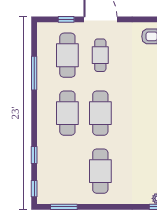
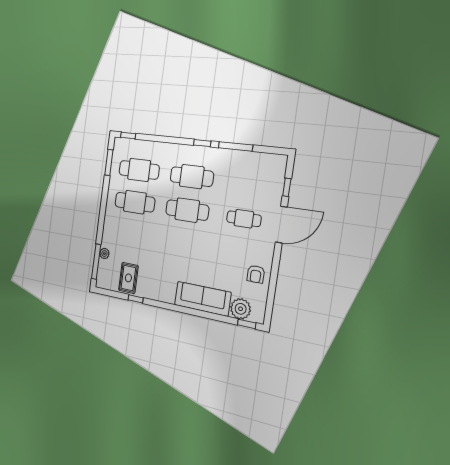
cafe table: (67, 55) -> (139, 170), moved
window: (34, 155) -> (202, 143), moved

